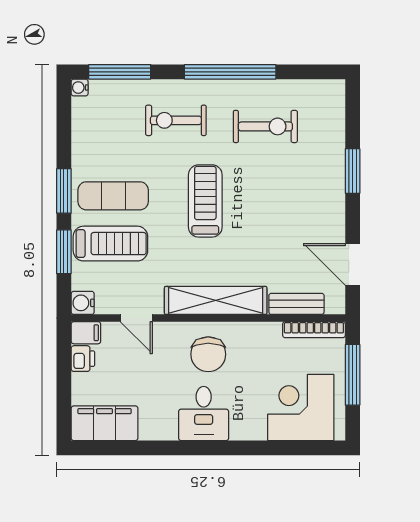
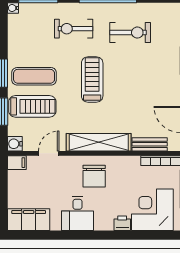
door: (136, 318) -> (49, 153), swing flipped
printer: (83, 359) -> (122, 223), moved, turned -90
desk: (204, 414) -> (77, 214), moved

